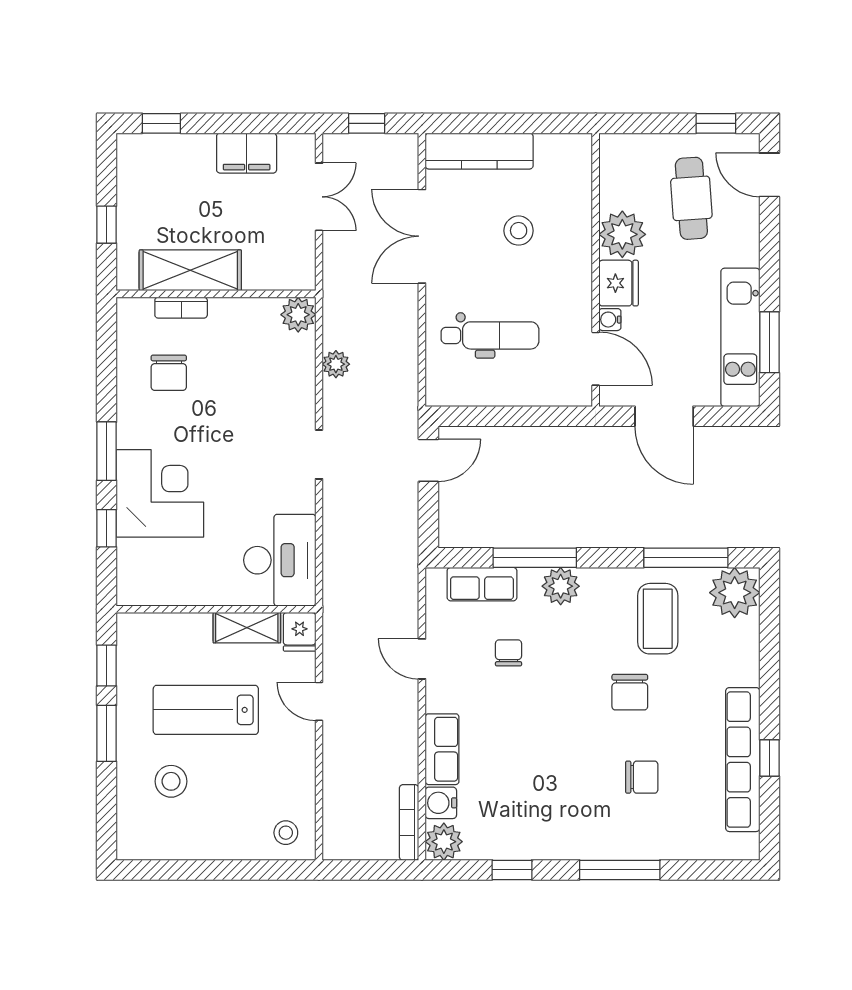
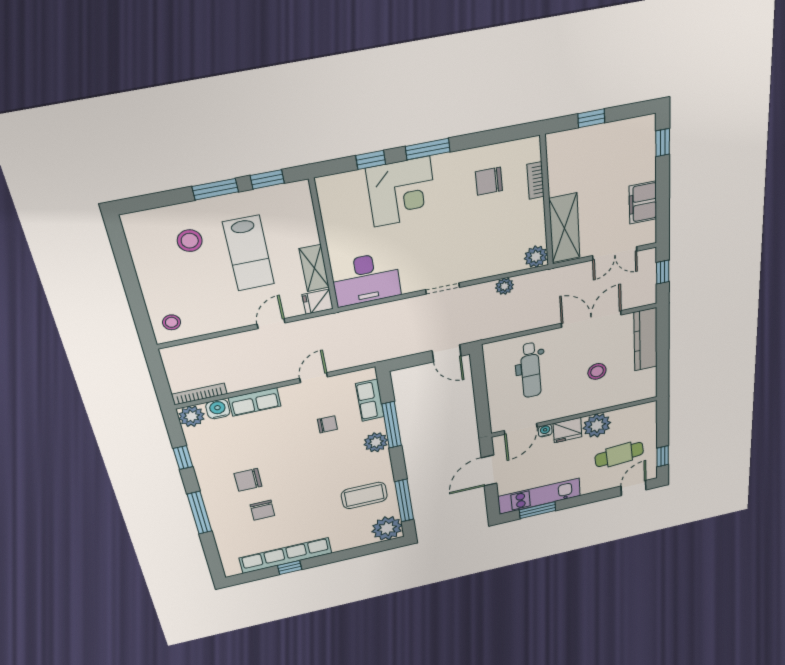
shelving: (190, 270) -> (564, 228), moved
chair: (630, 692) -> (248, 480), moved
lab bench: (206, 710) -> (249, 253), turned 180

